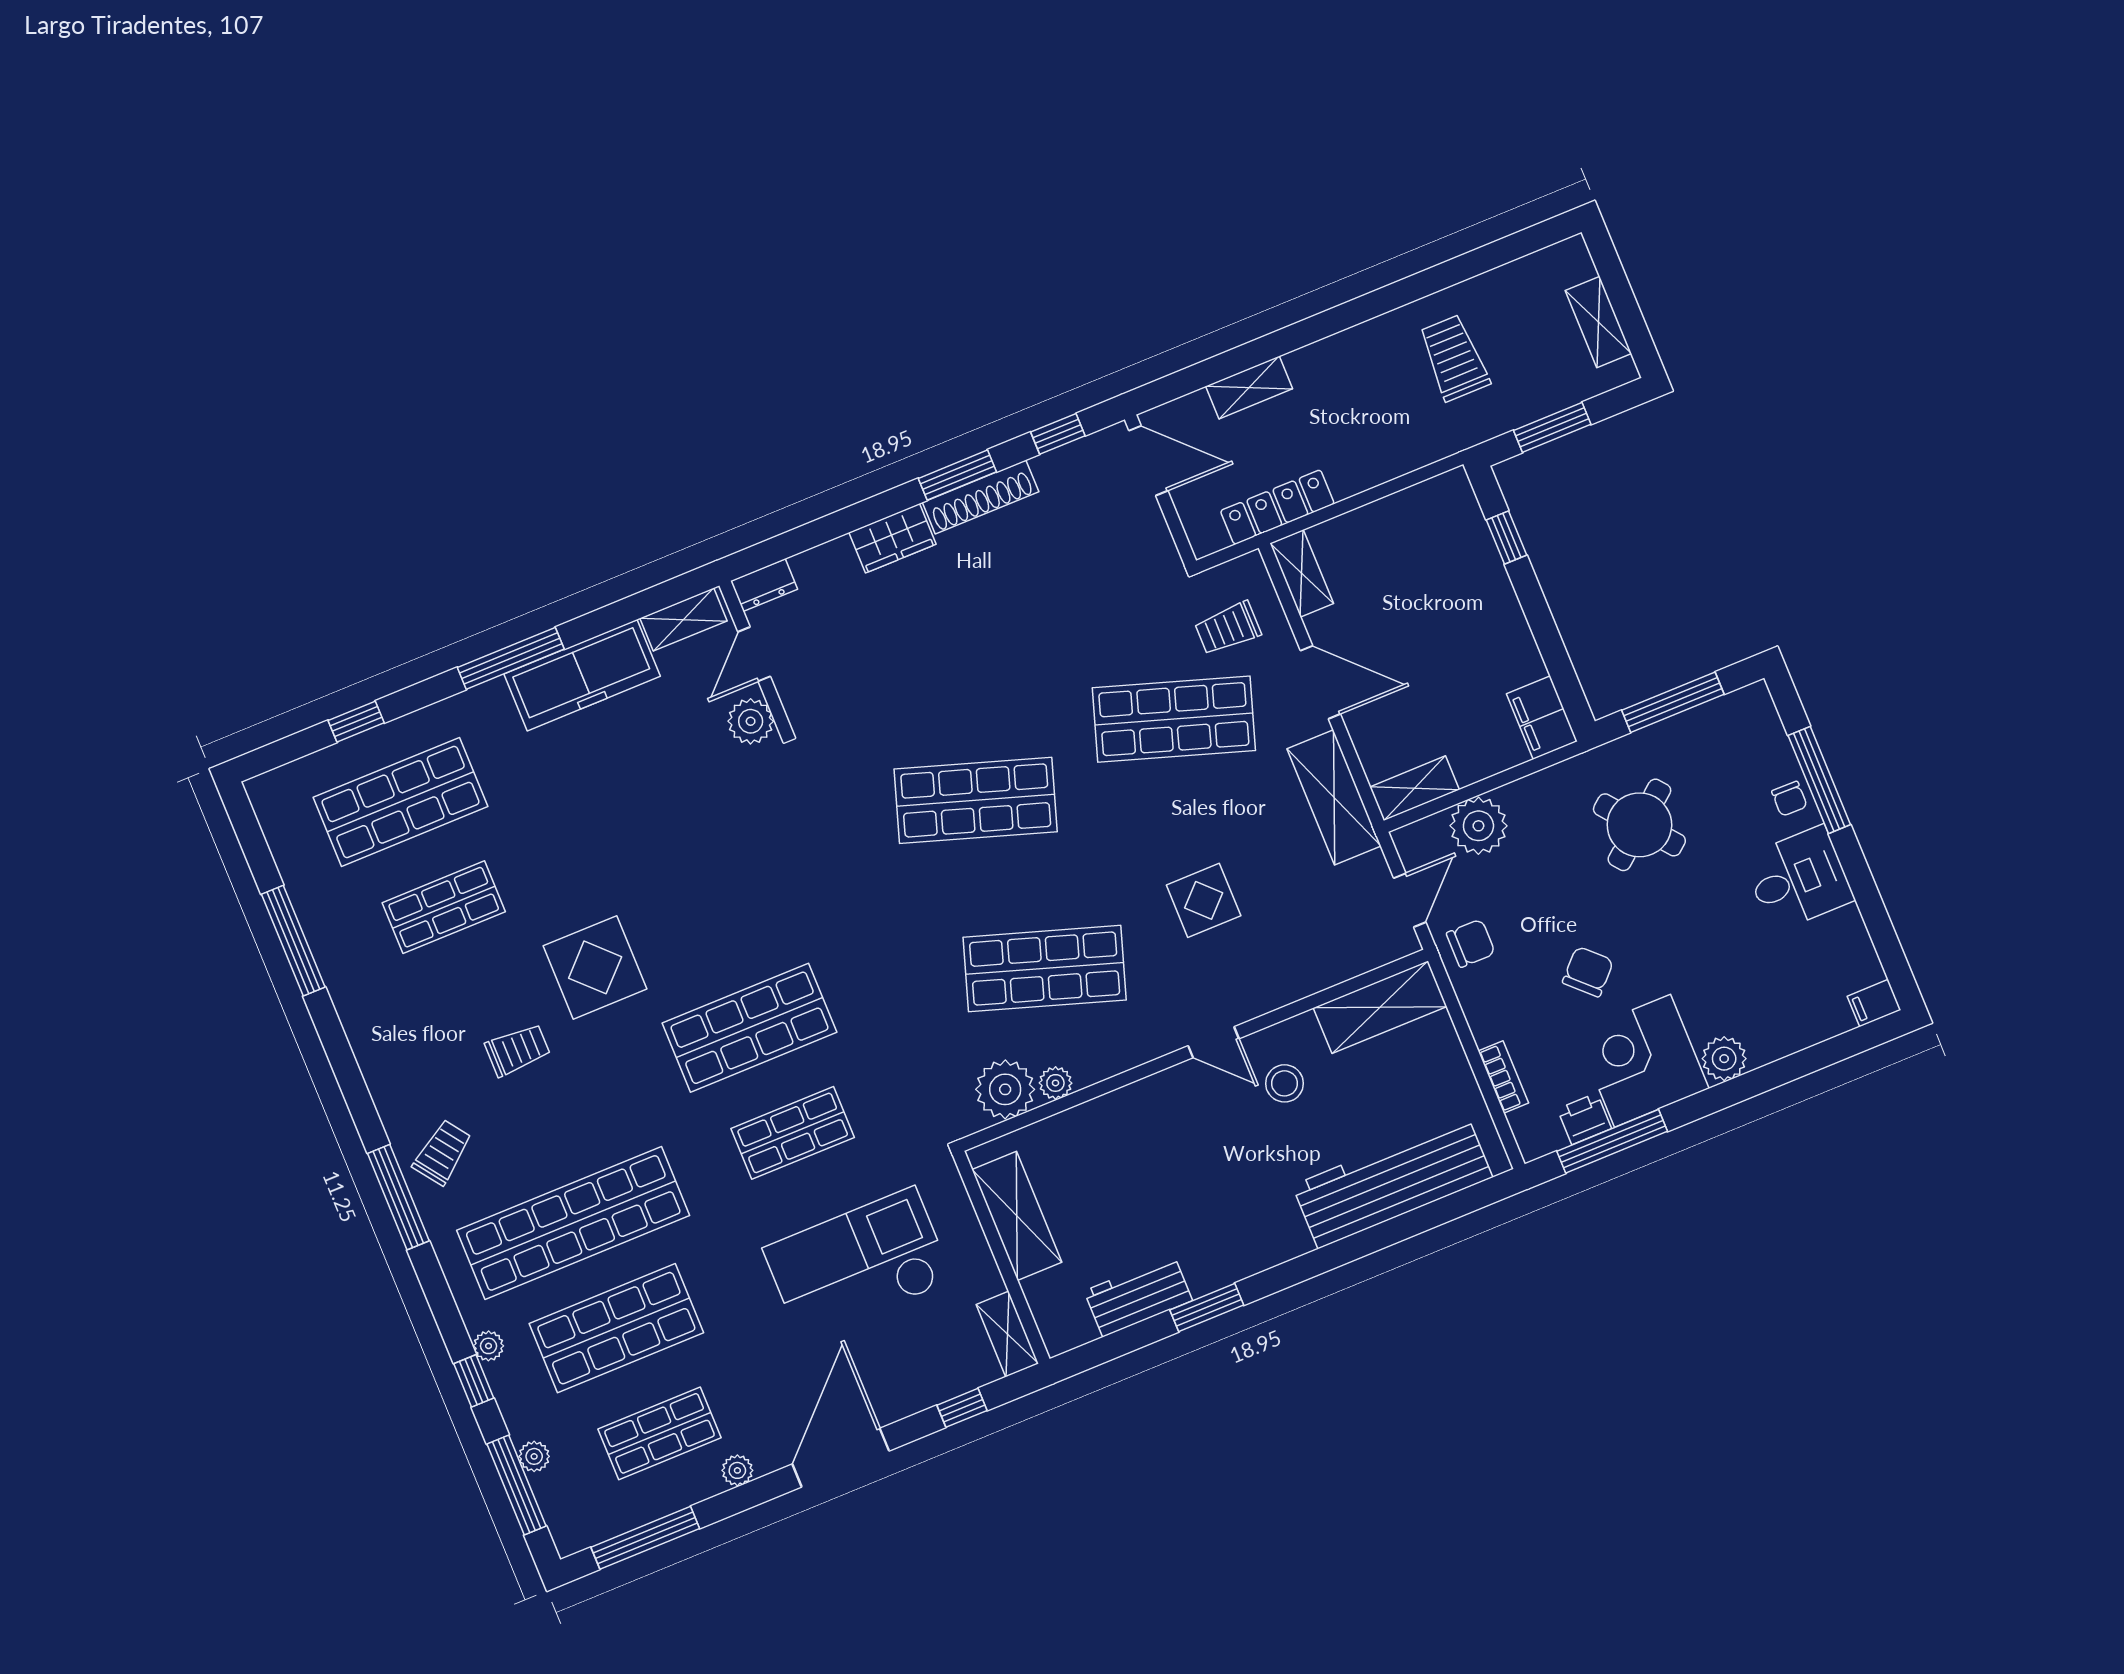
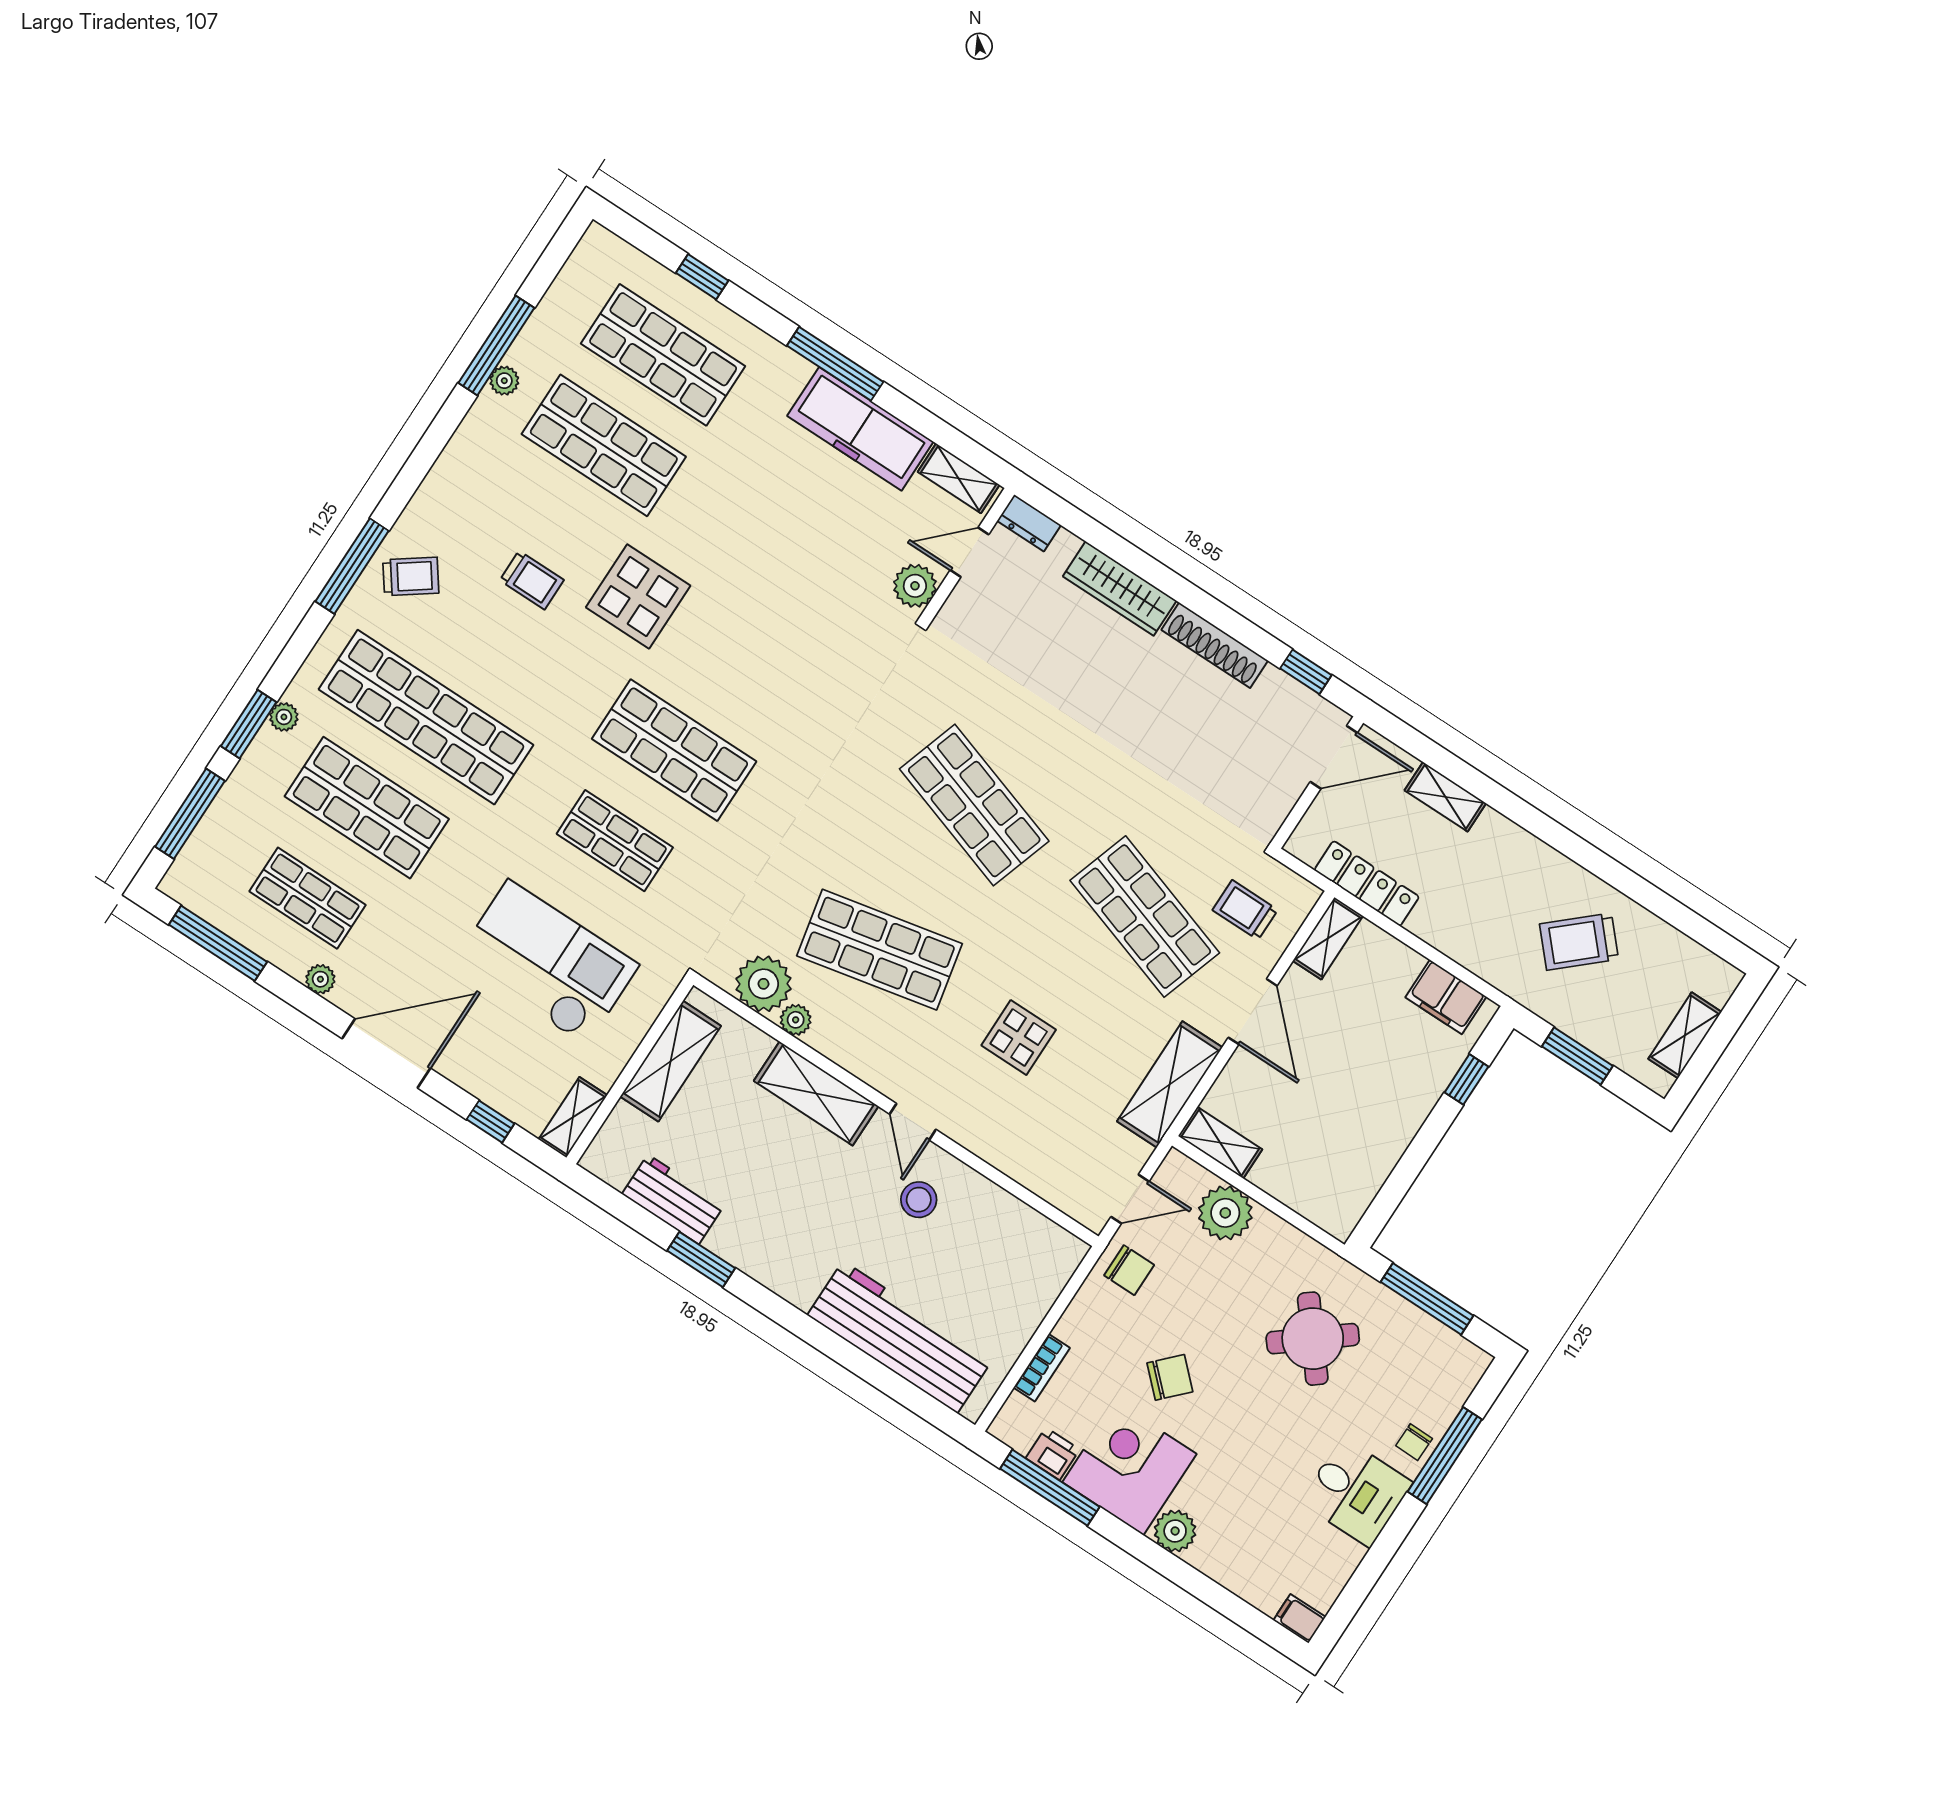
trolley: (1454, 358) -> (1579, 942), turned -132
door: (1148, 461) -> (1334, 757), hinge flipped
window: (957, 475) -> (1219, 615), removed
wardrobe: (892, 538) -> (1120, 589), width x1.50
filing cabinet: (1542, 718) -> (1446, 997), moved, turned -90
shop shelf: (444, 907) -> (604, 445), width x1.43, depth x1.36
shop shelf: (1045, 969) -> (880, 950), turned -30
shelving: (1380, 1007) -> (816, 1094), moved
window: (474, 1381) -> (249, 724), width x1.50
plant: (534, 1456) -> (504, 381), moved

